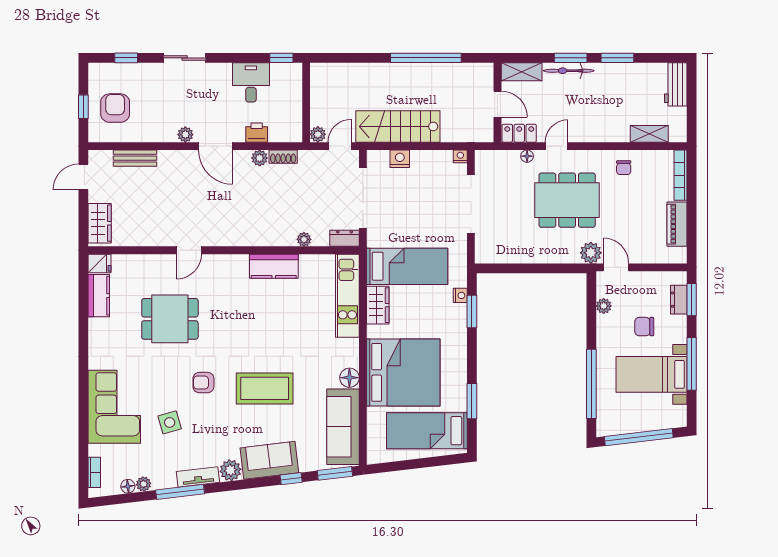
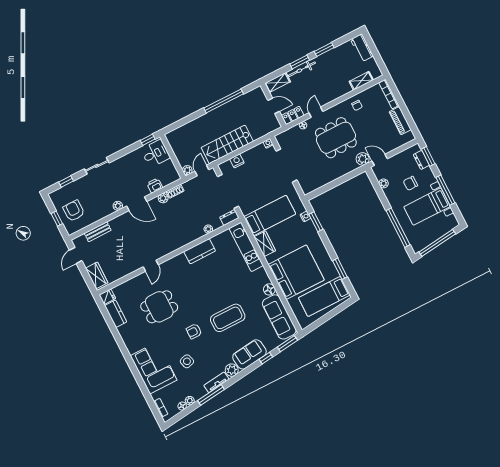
desk: (251, 82) -> (155, 154), moved, turned 90

